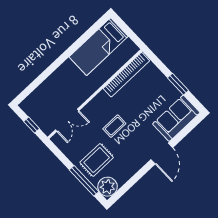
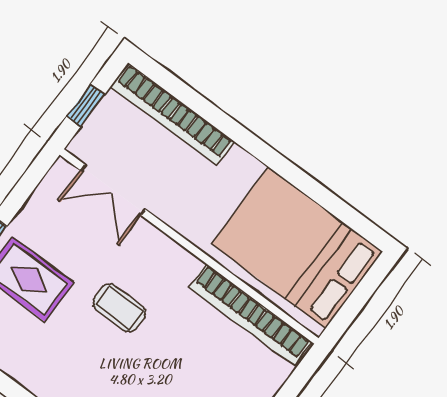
bed: (99, 47) -> (297, 248), width x1.50
bookcase: (41, 91) -> (172, 114), added

